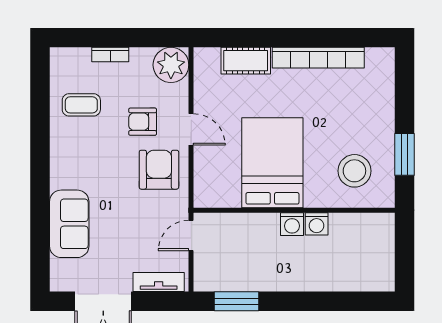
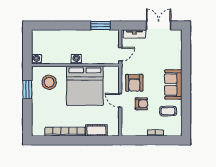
plant: (171, 65) -> (129, 128), removed
bed: (272, 163) -> (85, 86), width x1.36
sofa: (69, 224) -> (173, 84), moved
washing machine: (317, 224) -> (36, 59), moved

